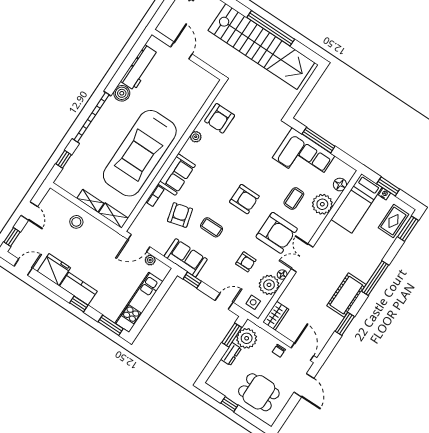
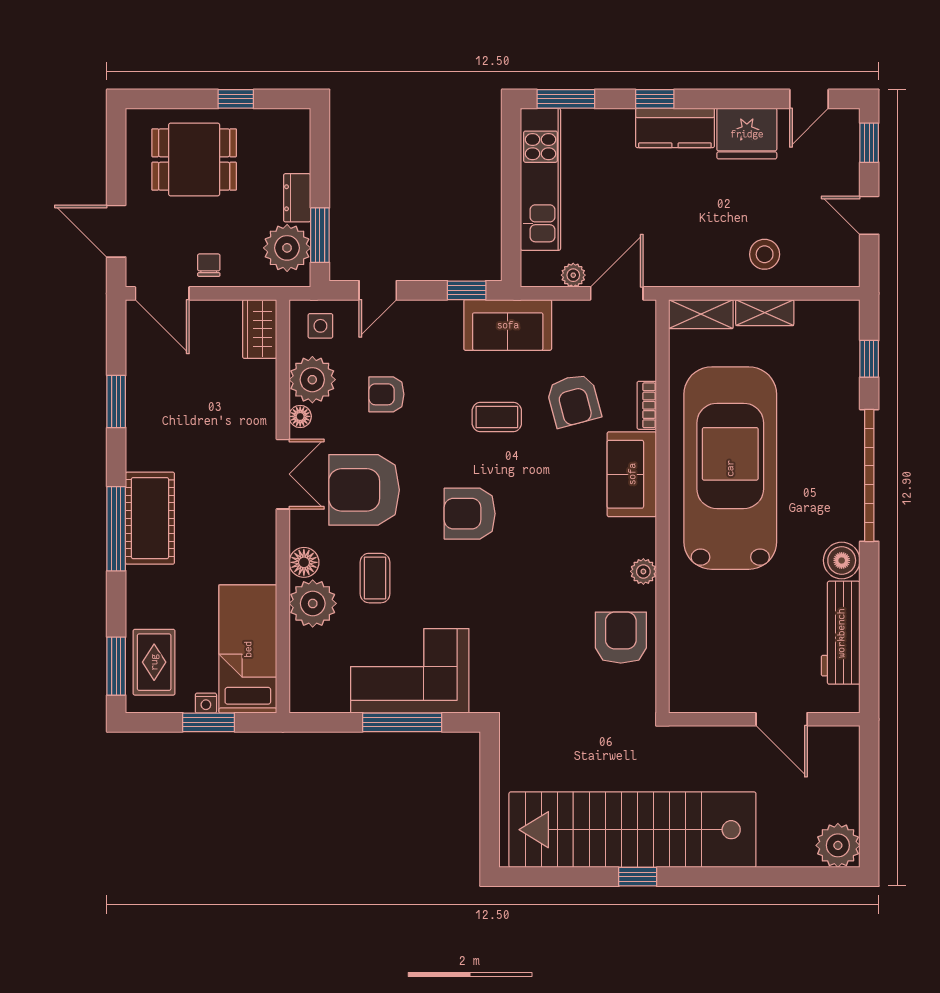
window: (271, 28) -> (638, 877), width x0.32
floor lamp: (340, 185) -> (304, 562), moved
cot: (346, 295) -> (150, 518), moved

